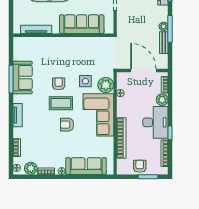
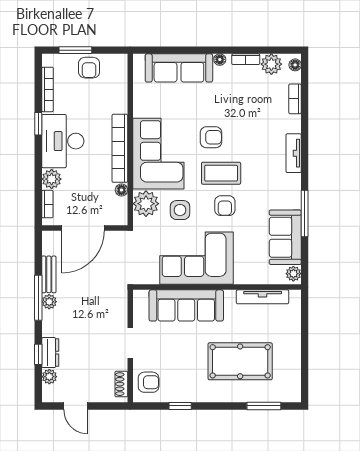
plant: (18, 43) -> (293, 274), added
corner sofa: (76, 52) -> (197, 258), added
door: (143, 70) -> (83, 228), hinge flipped
sofa: (23, 78) -> (285, 237), moved
bookcase: (121, 138) -> (120, 148), moved

